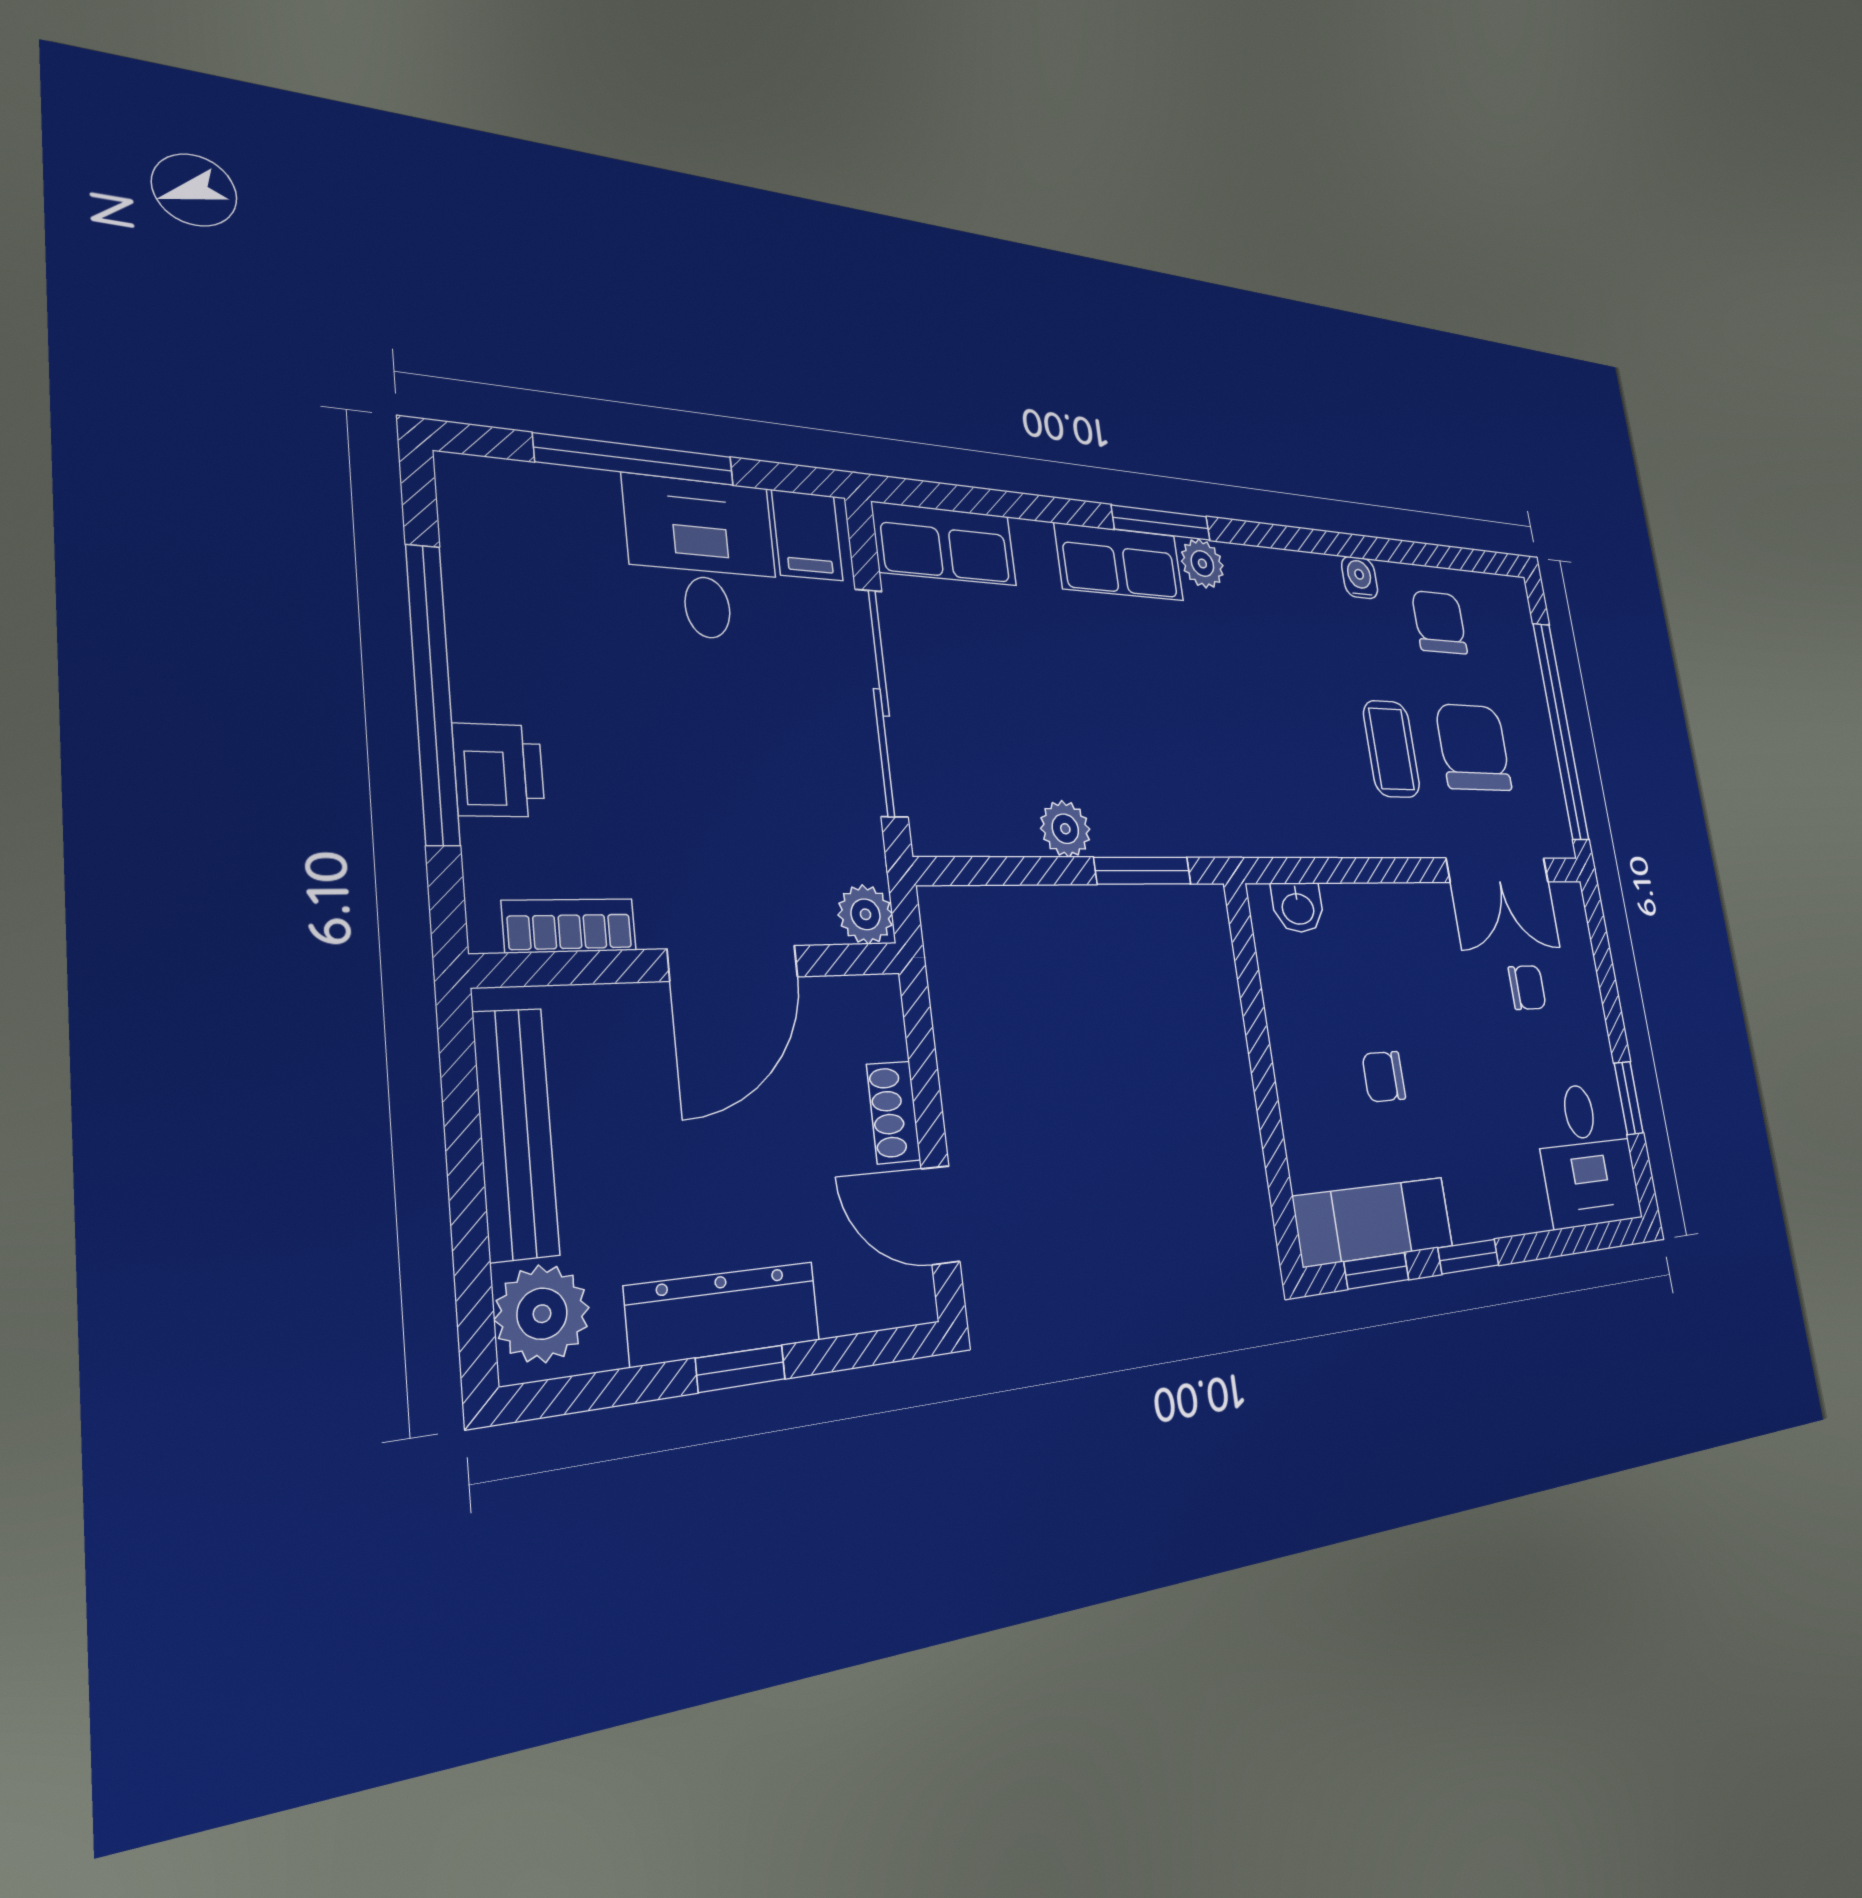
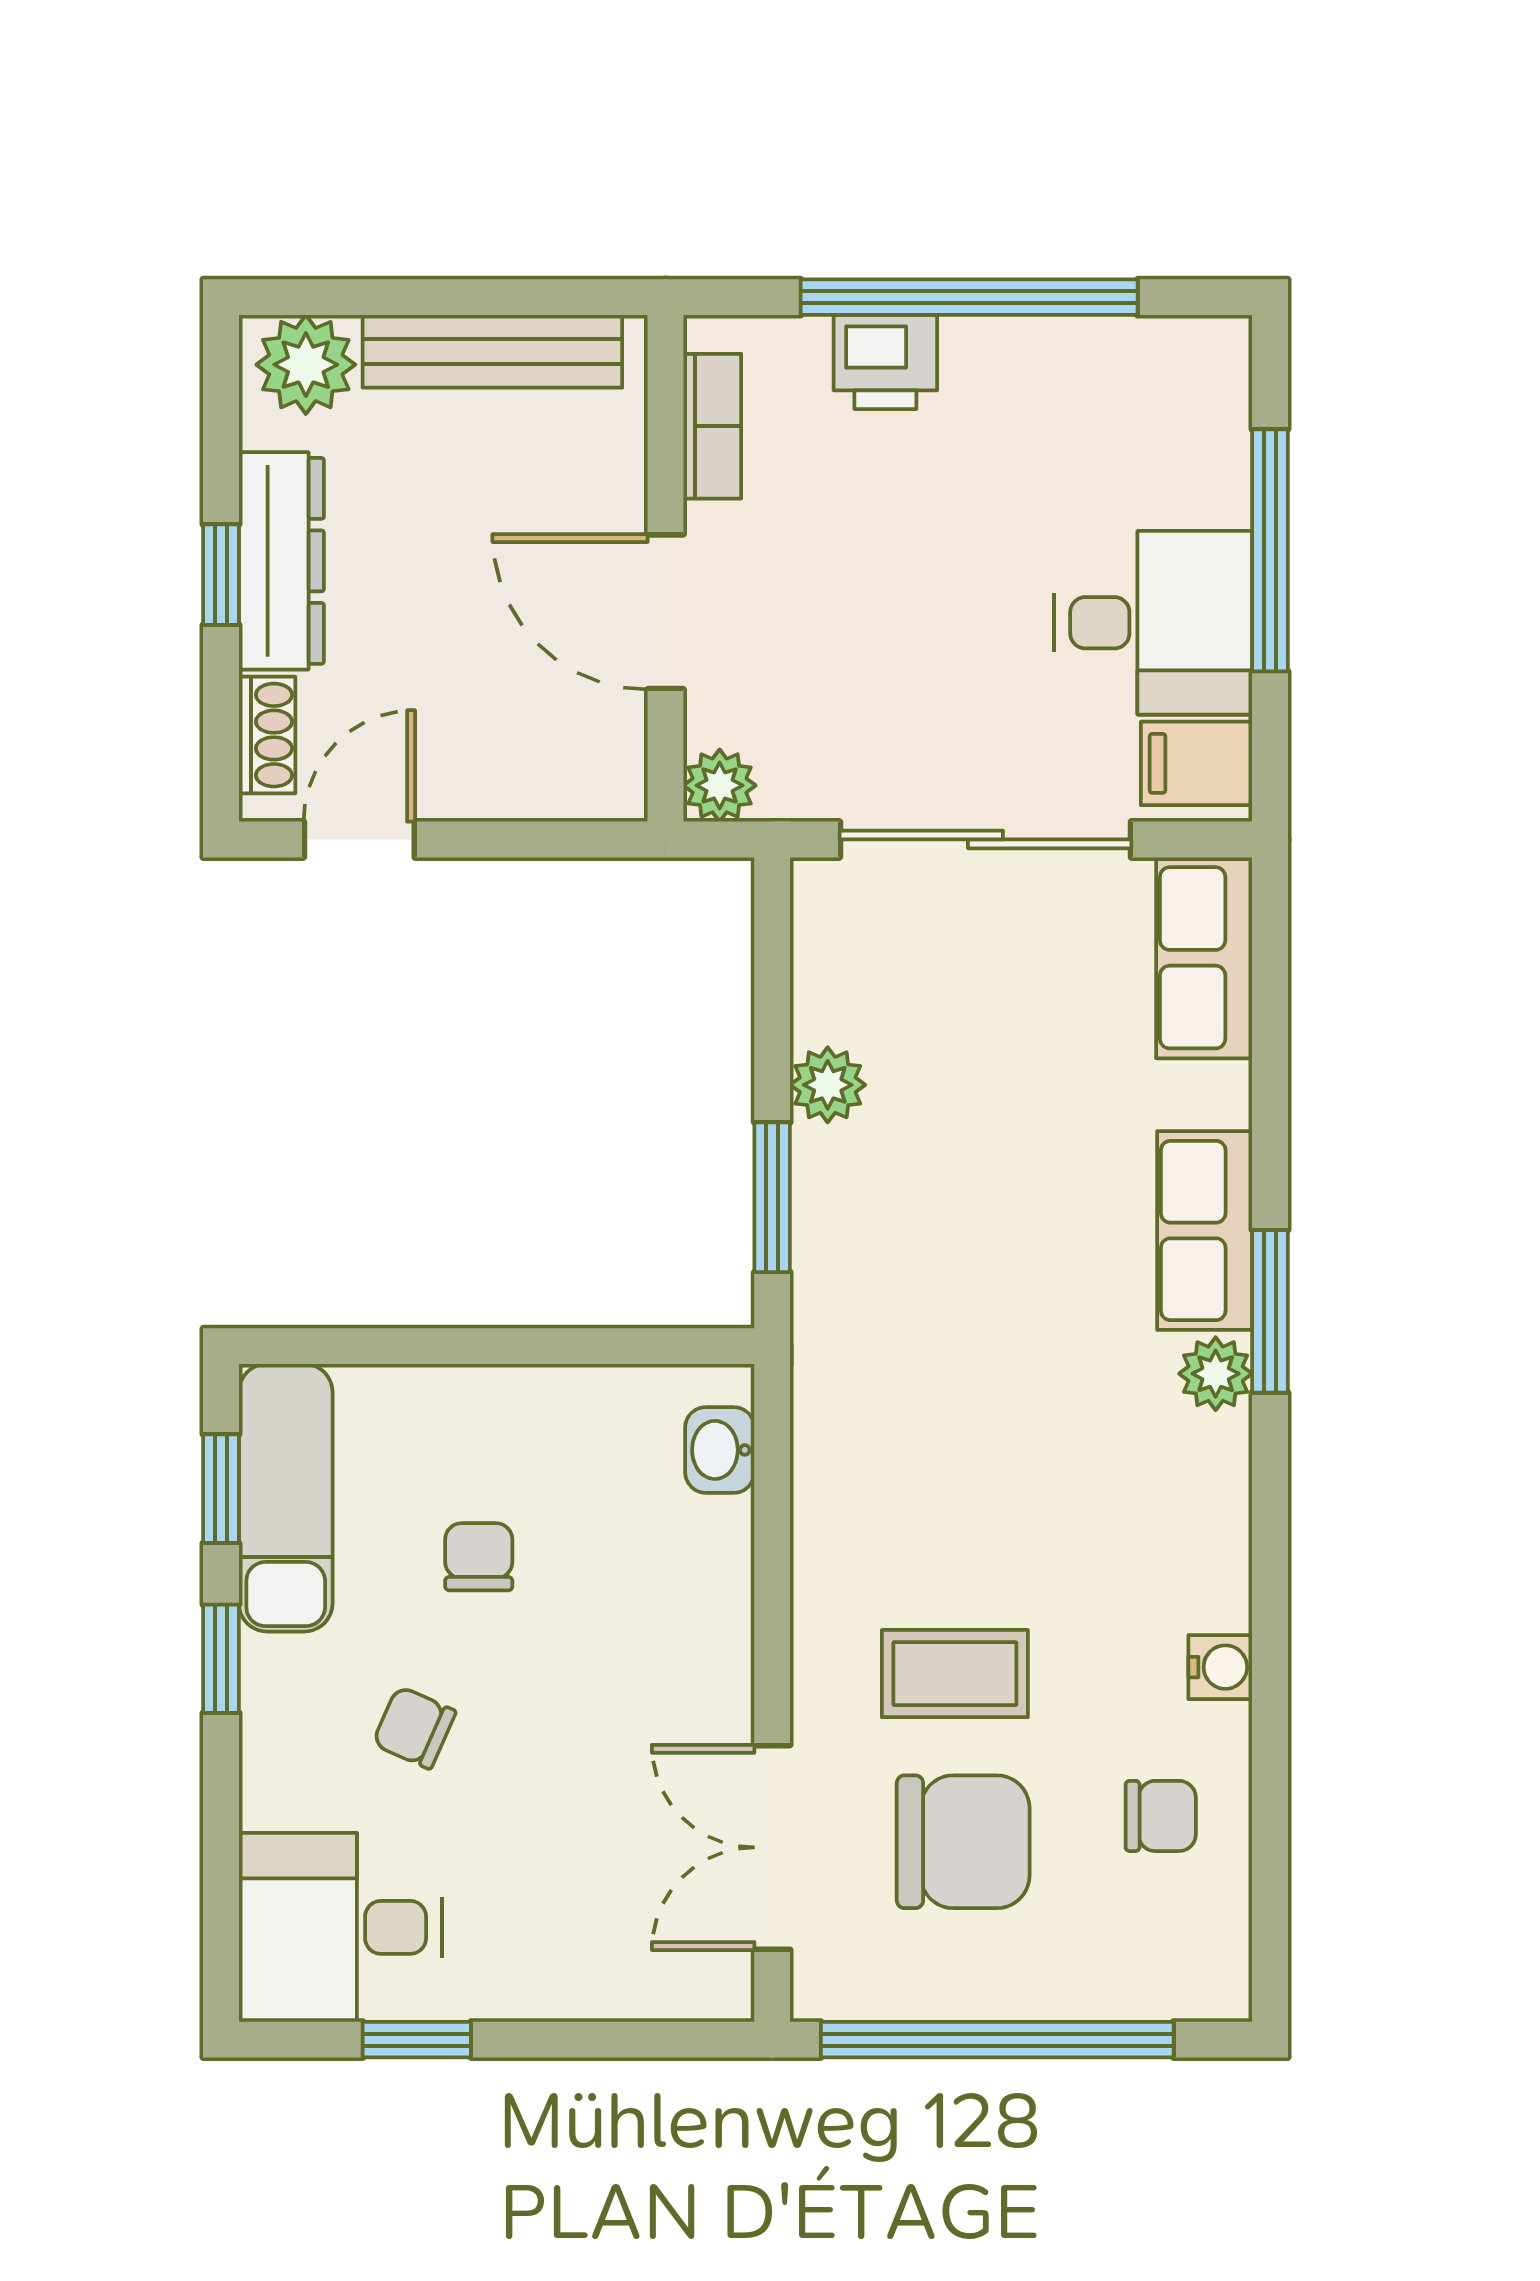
chair: (1439, 622) -> (1161, 1816), width x0.73, depth x0.73
chair: (1527, 987) -> (414, 1728), moved, turned 114
shoe rack: (894, 1112) -> (267, 735), moved, turned 90

